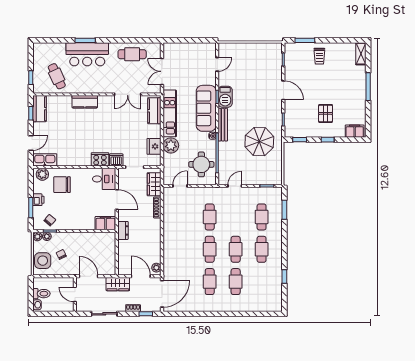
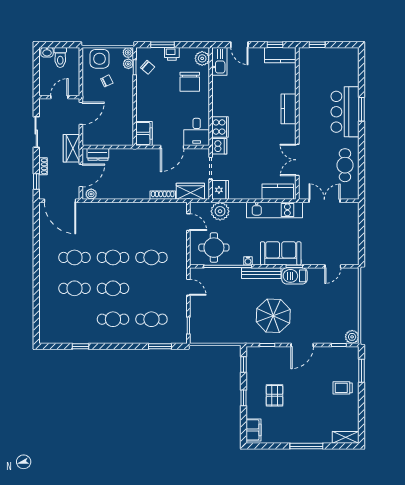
plant: (276, 48) -> (352, 337), added
door: (217, 64) -> (333, 266), hinge flipped
cafe table: (57, 76) -> (319, 76), removed
sofa: (206, 108) -> (281, 253), width x0.73
pallet: (326, 113) -> (275, 395), turned 90
parasol: (259, 142) -> (273, 316), moved
plant: (171, 145) -> (220, 211), moved
fridge: (154, 146) -> (220, 190), moved, turned 90
chair: (62, 185) -> (190, 82), turned 180
dresser: (123, 230) -> (98, 154), moved

